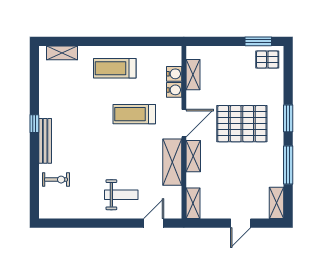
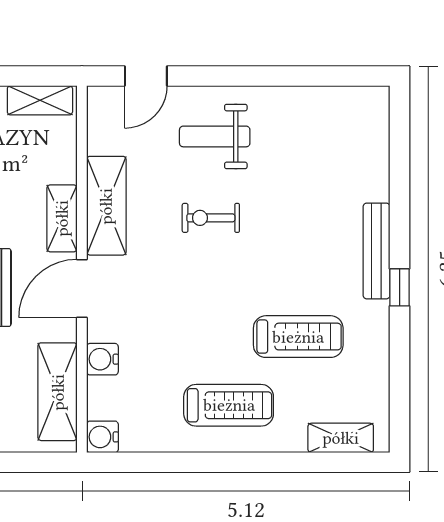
water cooler: (174, 74) -> (102, 437), moved
shelving: (193, 75) -> (58, 392), width x1.50, depth x1.33
treadmill: (134, 114) -> (298, 337), moved
exercise bike: (56, 180) -> (211, 218), moved
shelving: (193, 203) -> (40, 100), moved, turned 90

